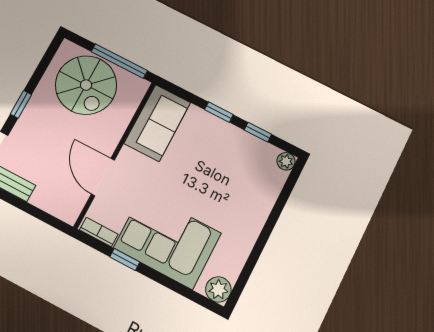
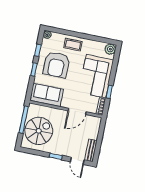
armchair: (216, 162) -> (56, 65), added
coffee table: (250, 210) -> (73, 45), added

